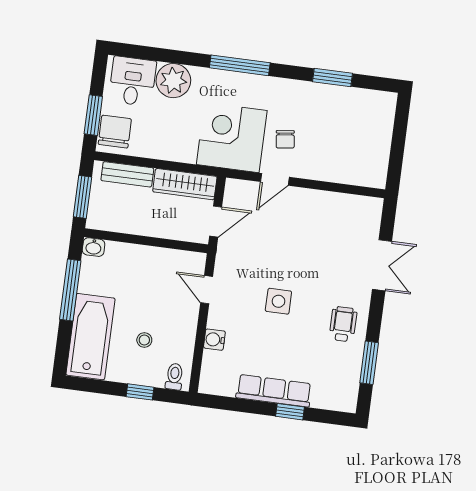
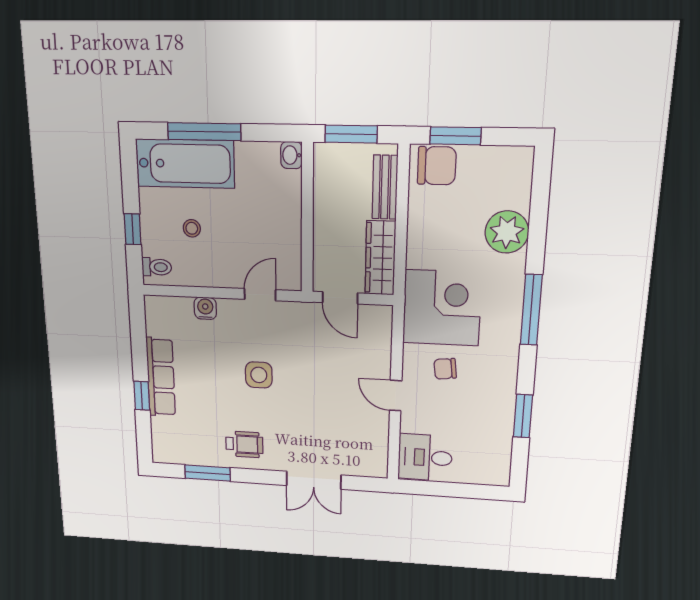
desk: (132, 81) -> (425, 457), moved, turned 180
door: (275, 179) -> (396, 396), moved
window: (70, 290) -> (204, 132), moved

